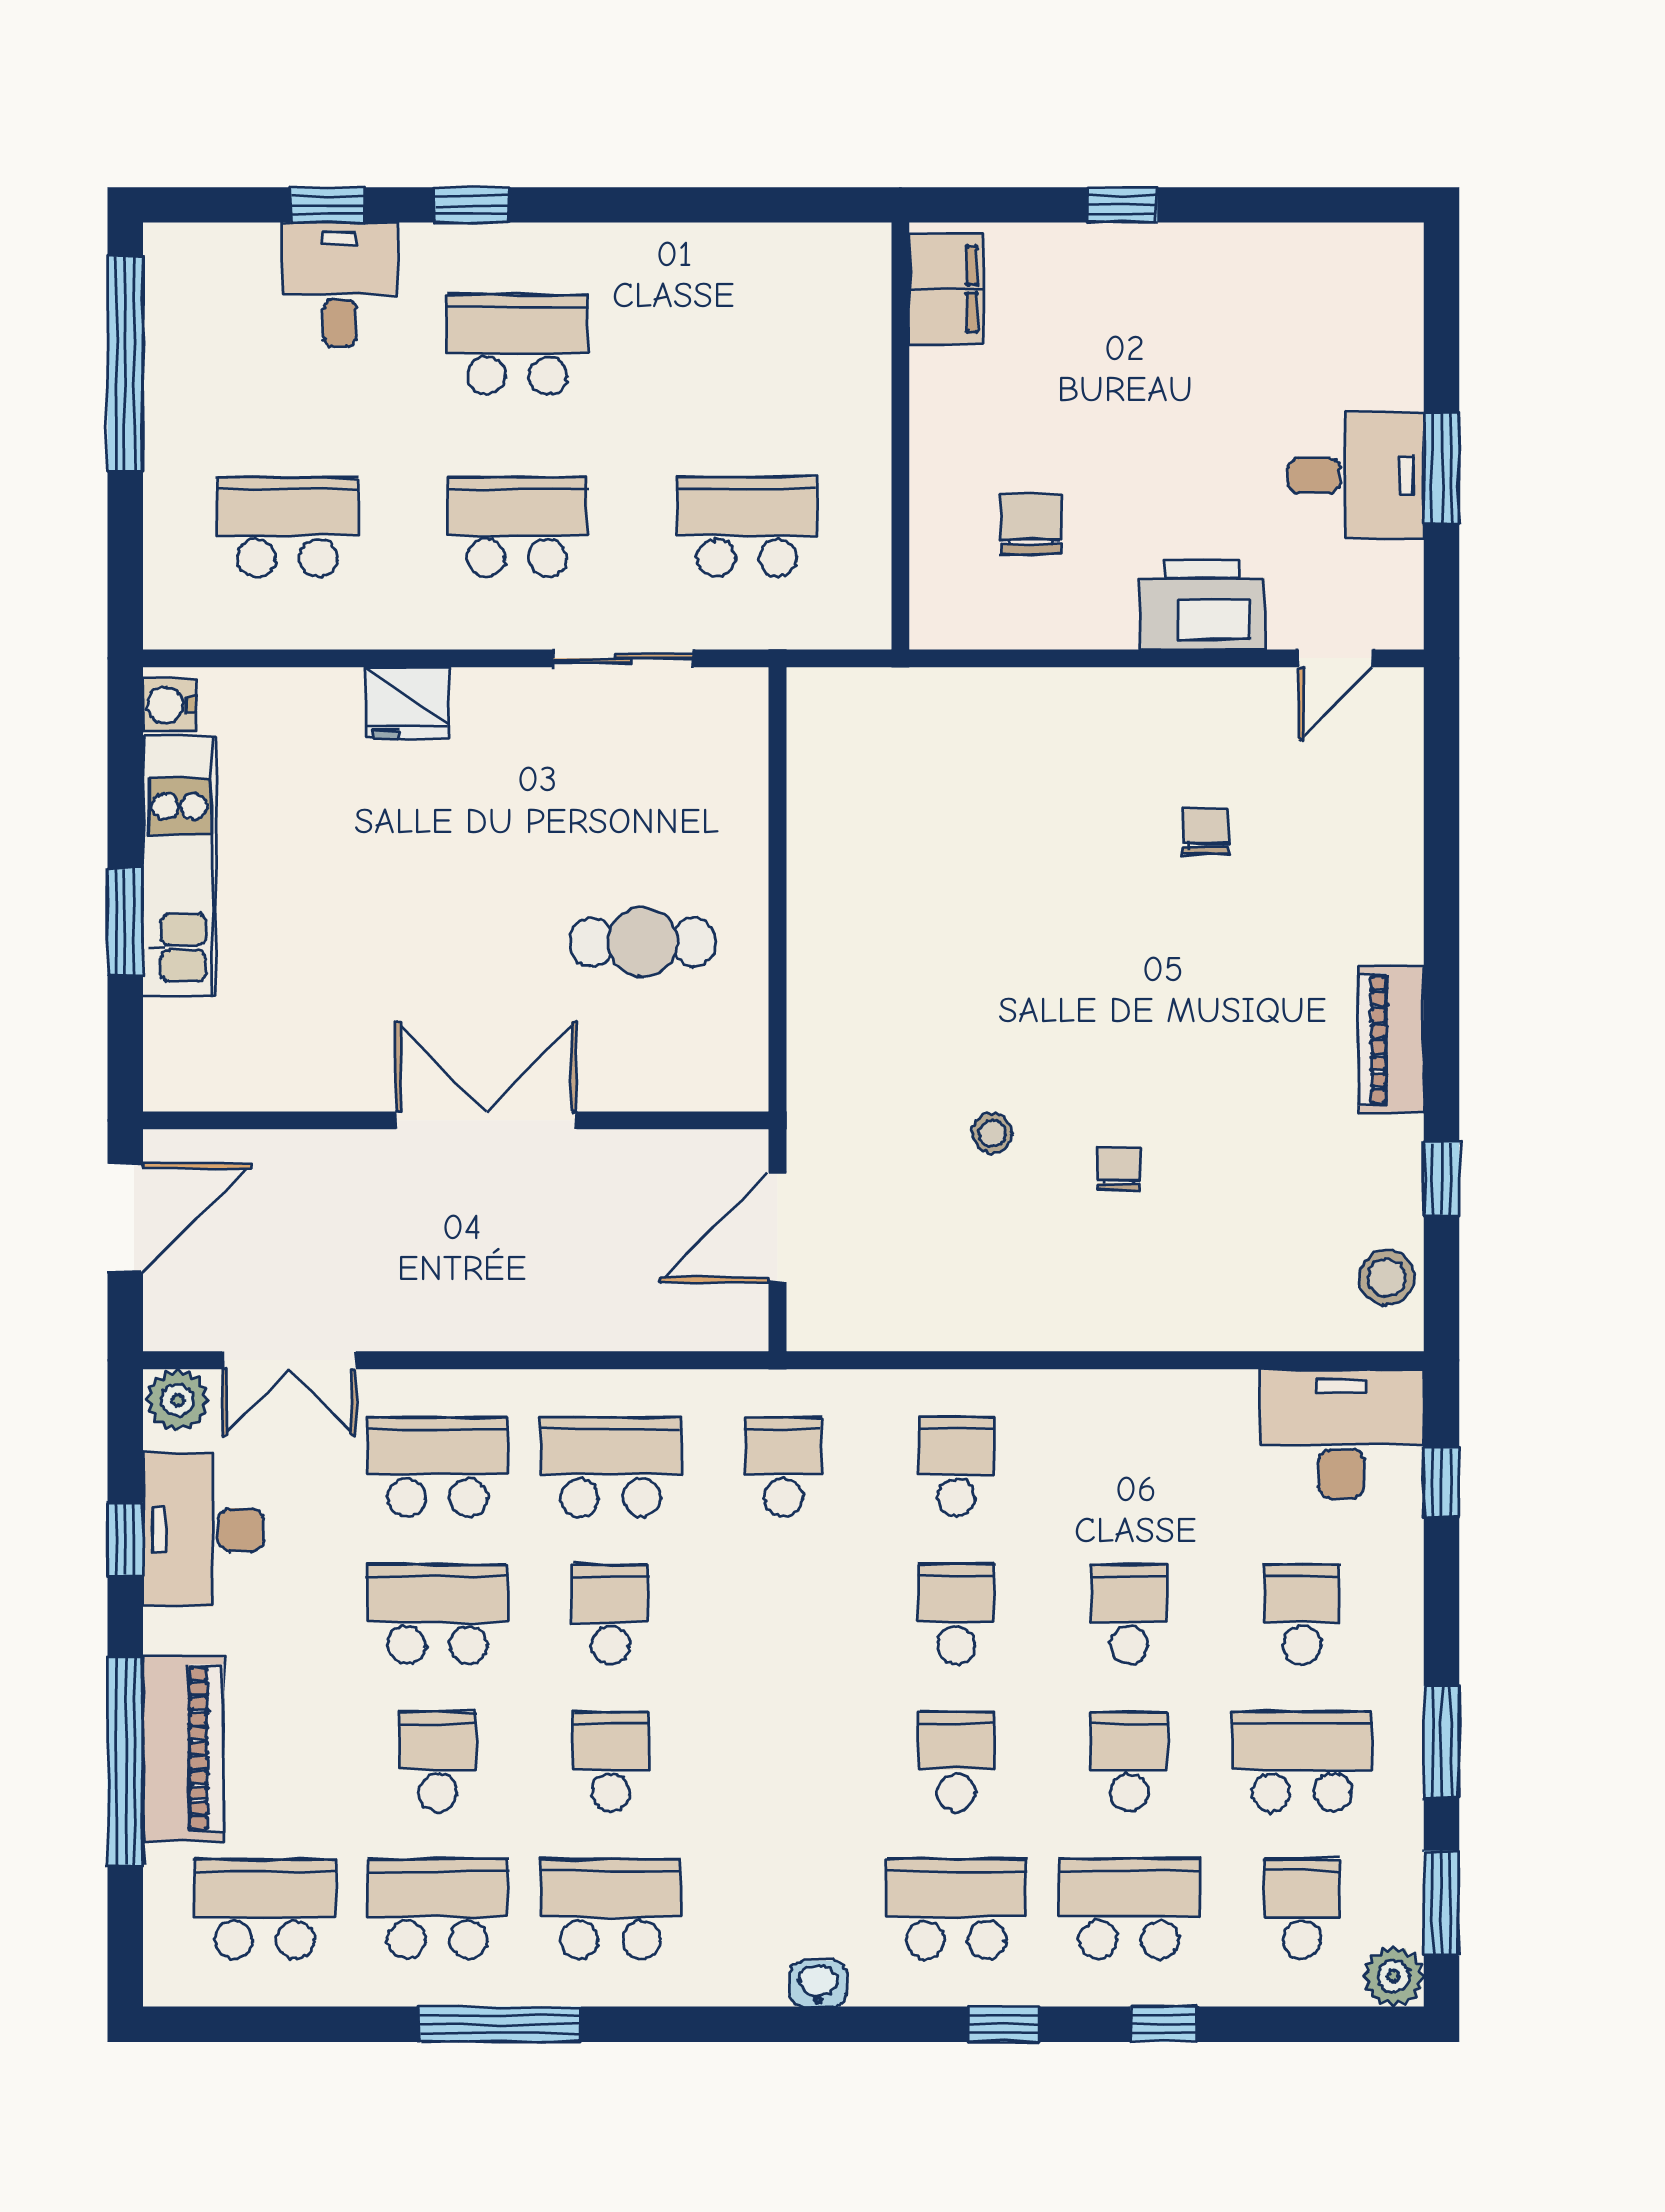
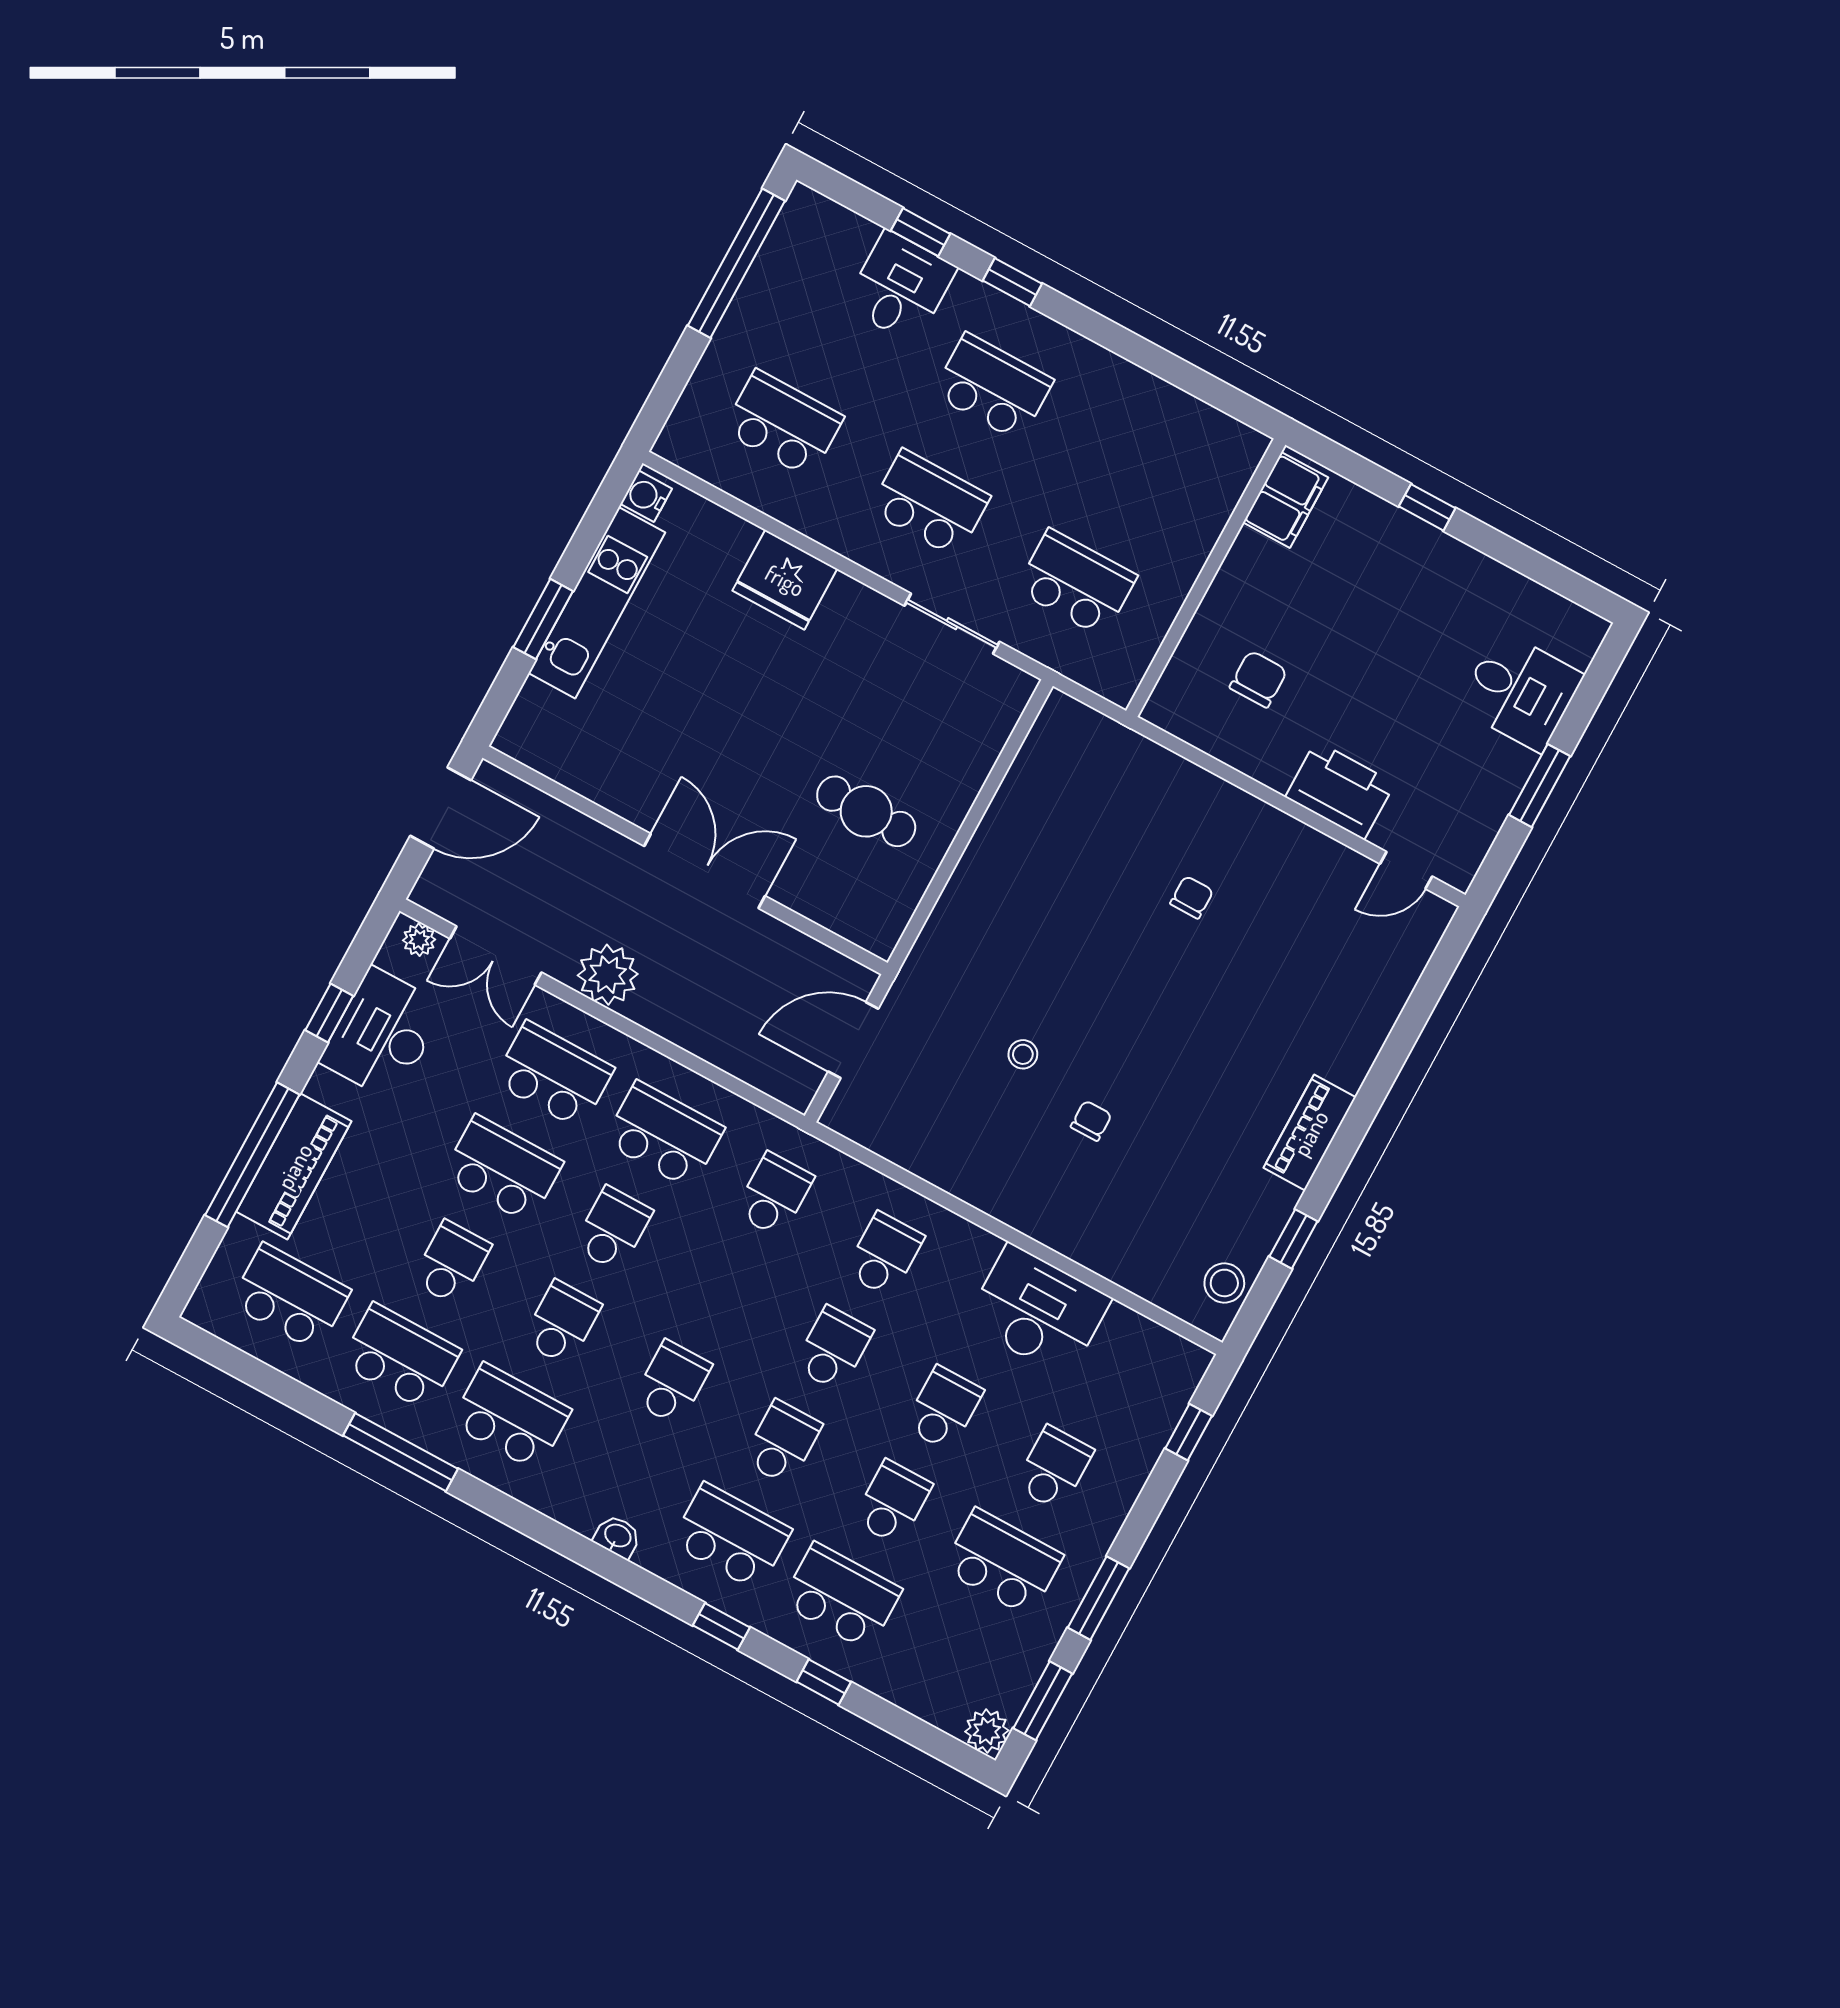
desk: (1356, 476) -> (1520, 691), moved
fridge: (407, 703) -> (785, 580), width x1.36, depth x1.34
chair: (1206, 831) -> (1192, 897), moved
plant: (437, 1310) -> (608, 975), added
plant: (177, 1400) -> (419, 940), width x0.73, depth x0.73
desk: (1341, 1434) -> (1038, 1311), moved
school desk: (1302, 1909) -> (672, 1383), moved

